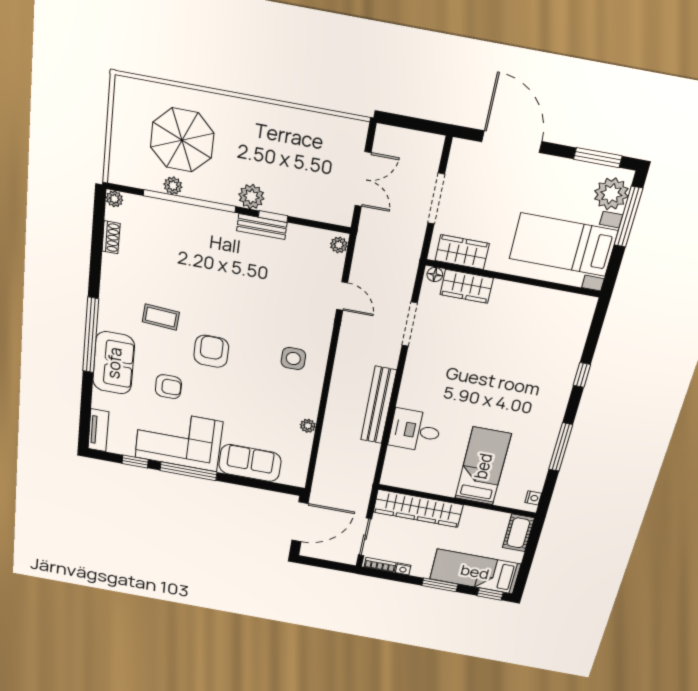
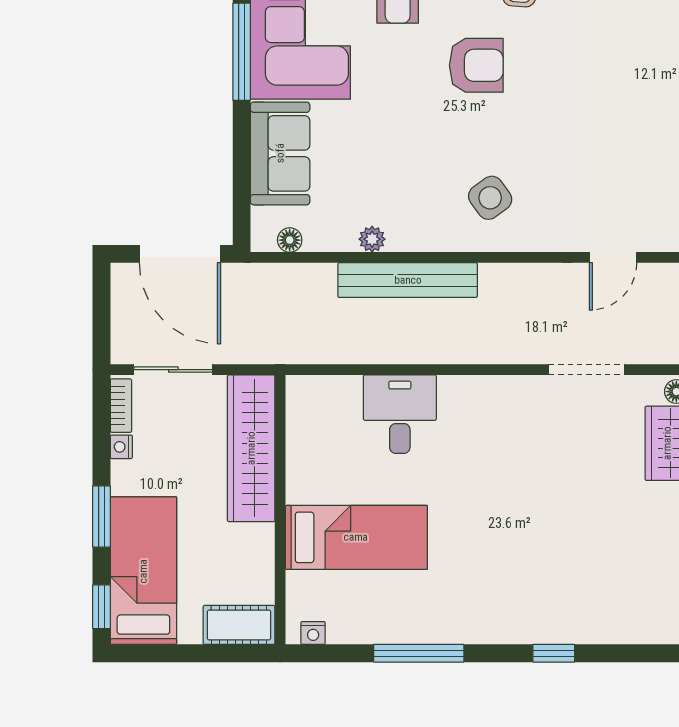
side table: (293, 359) -> (490, 198), turned -36
bench: (378, 405) -> (408, 280), moved
floor lamp: (301, 468) -> (290, 240), added

